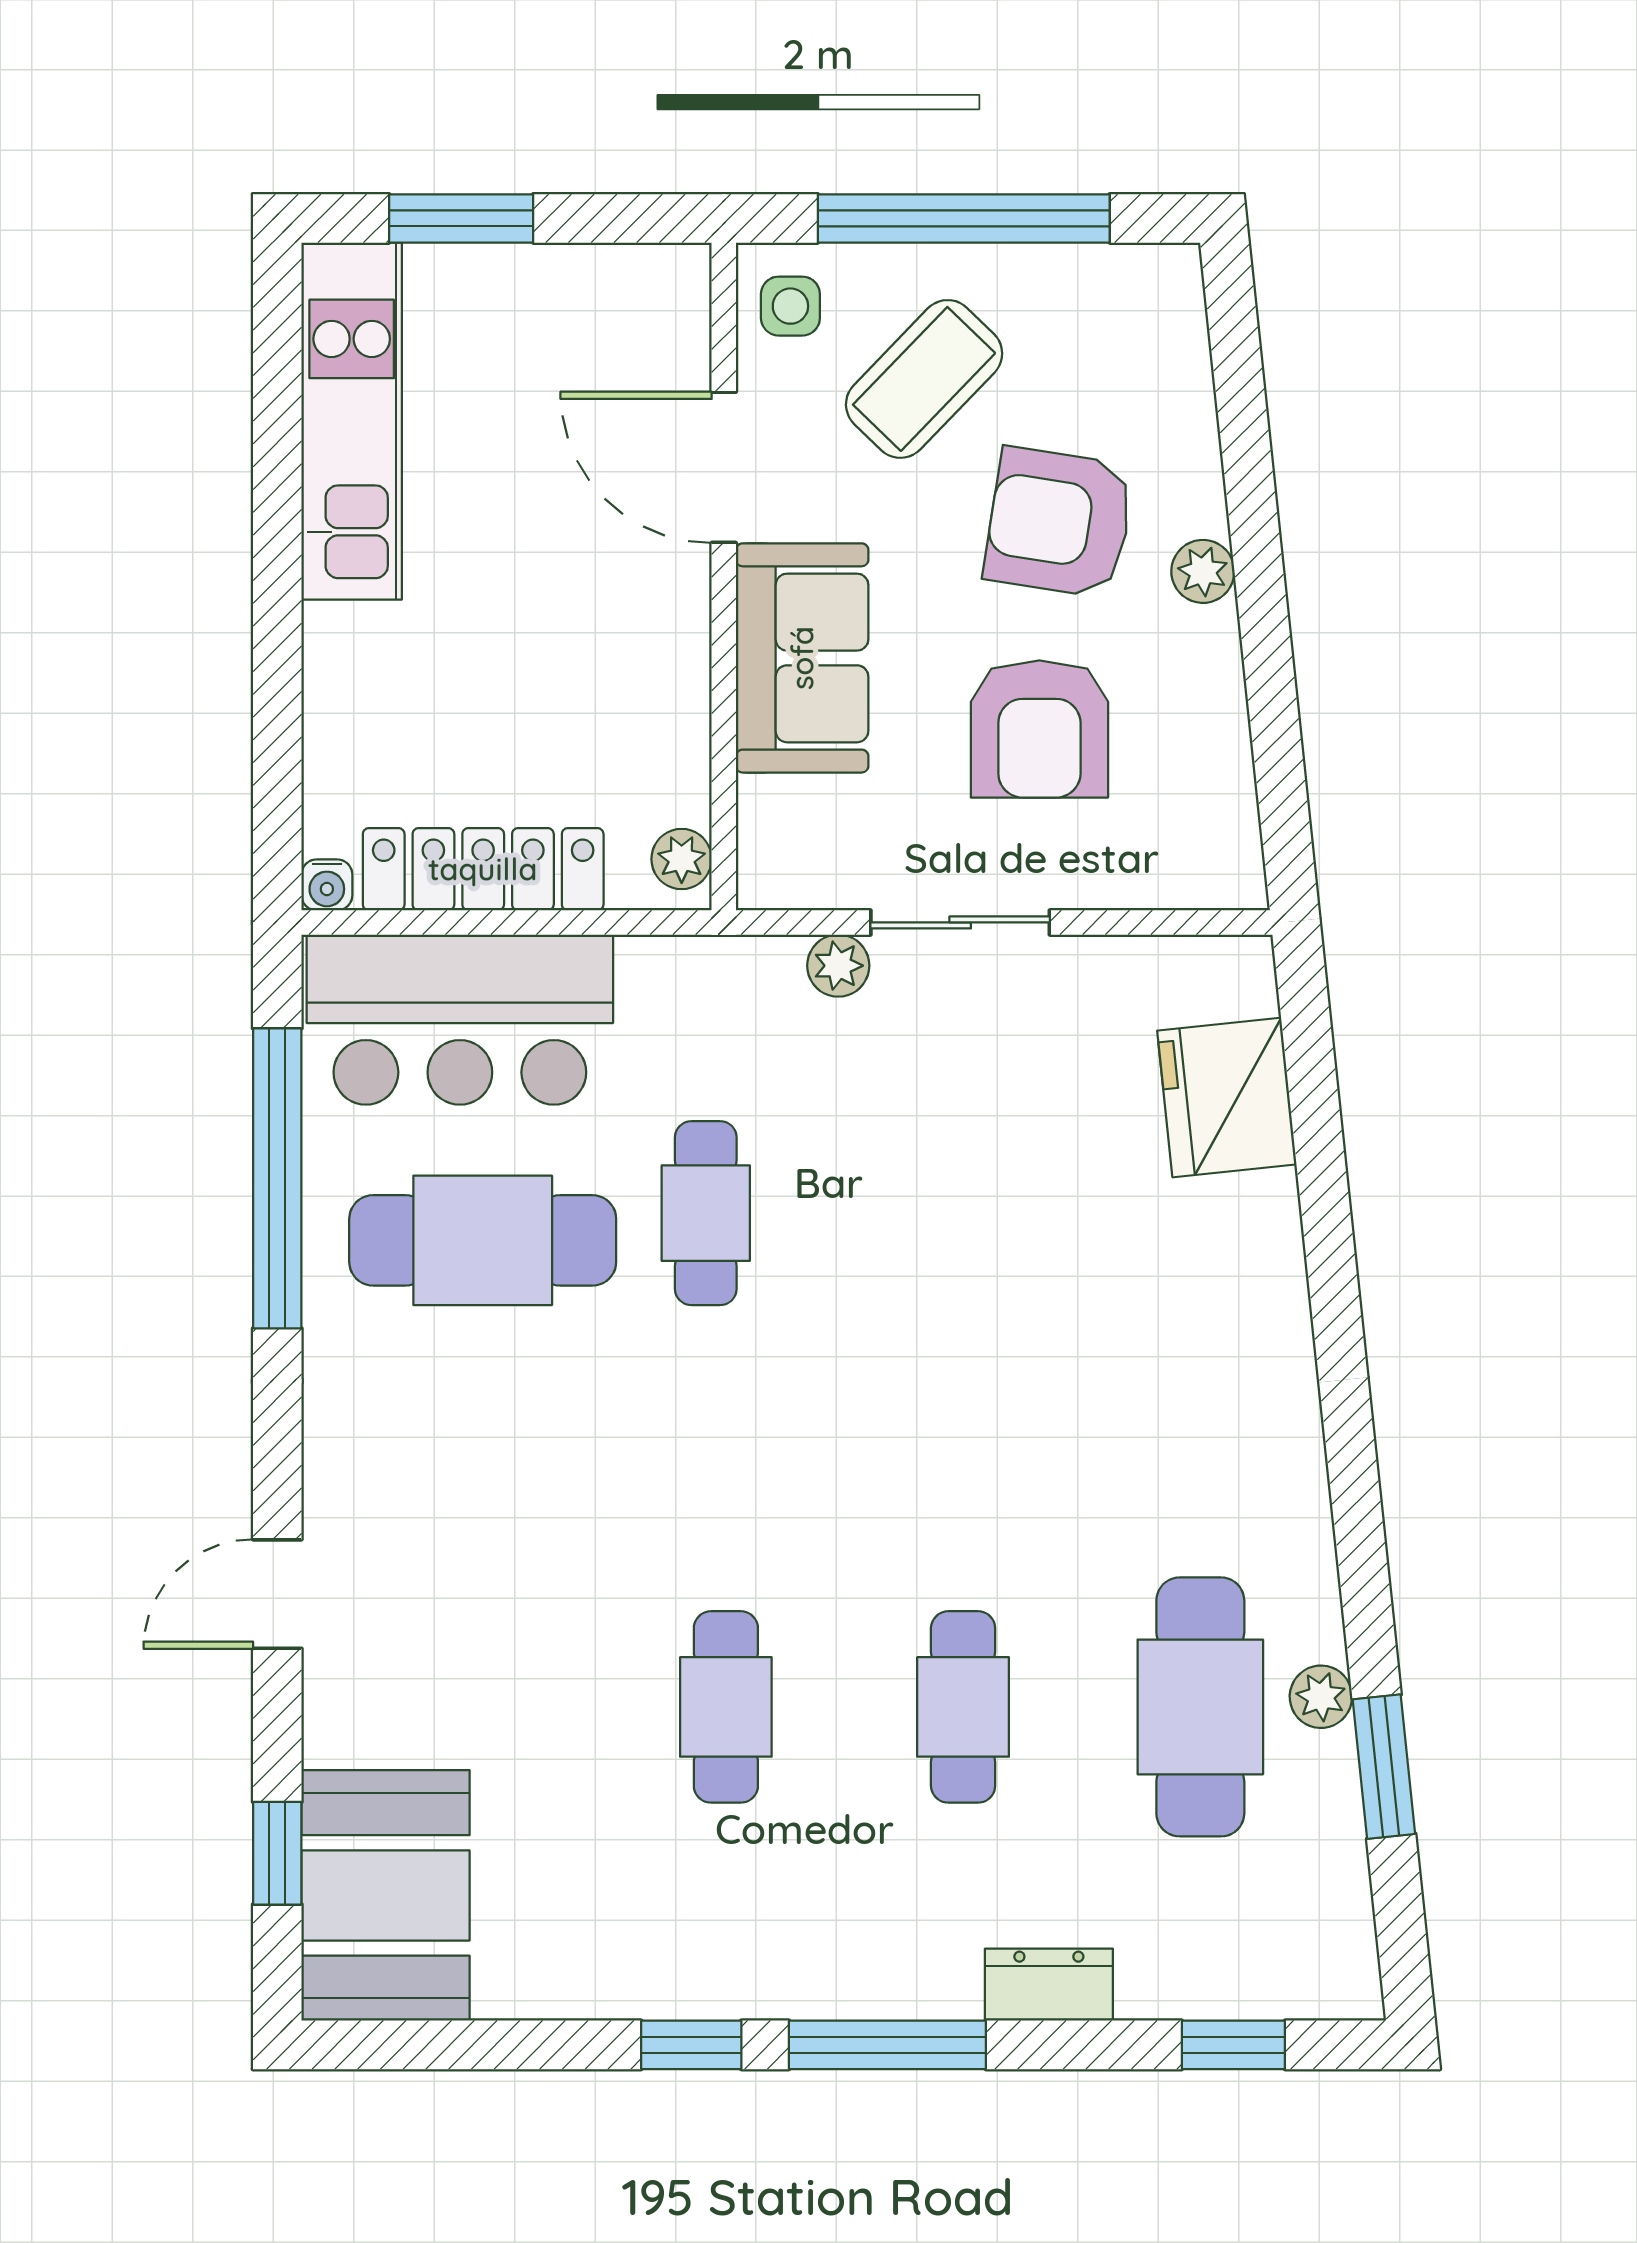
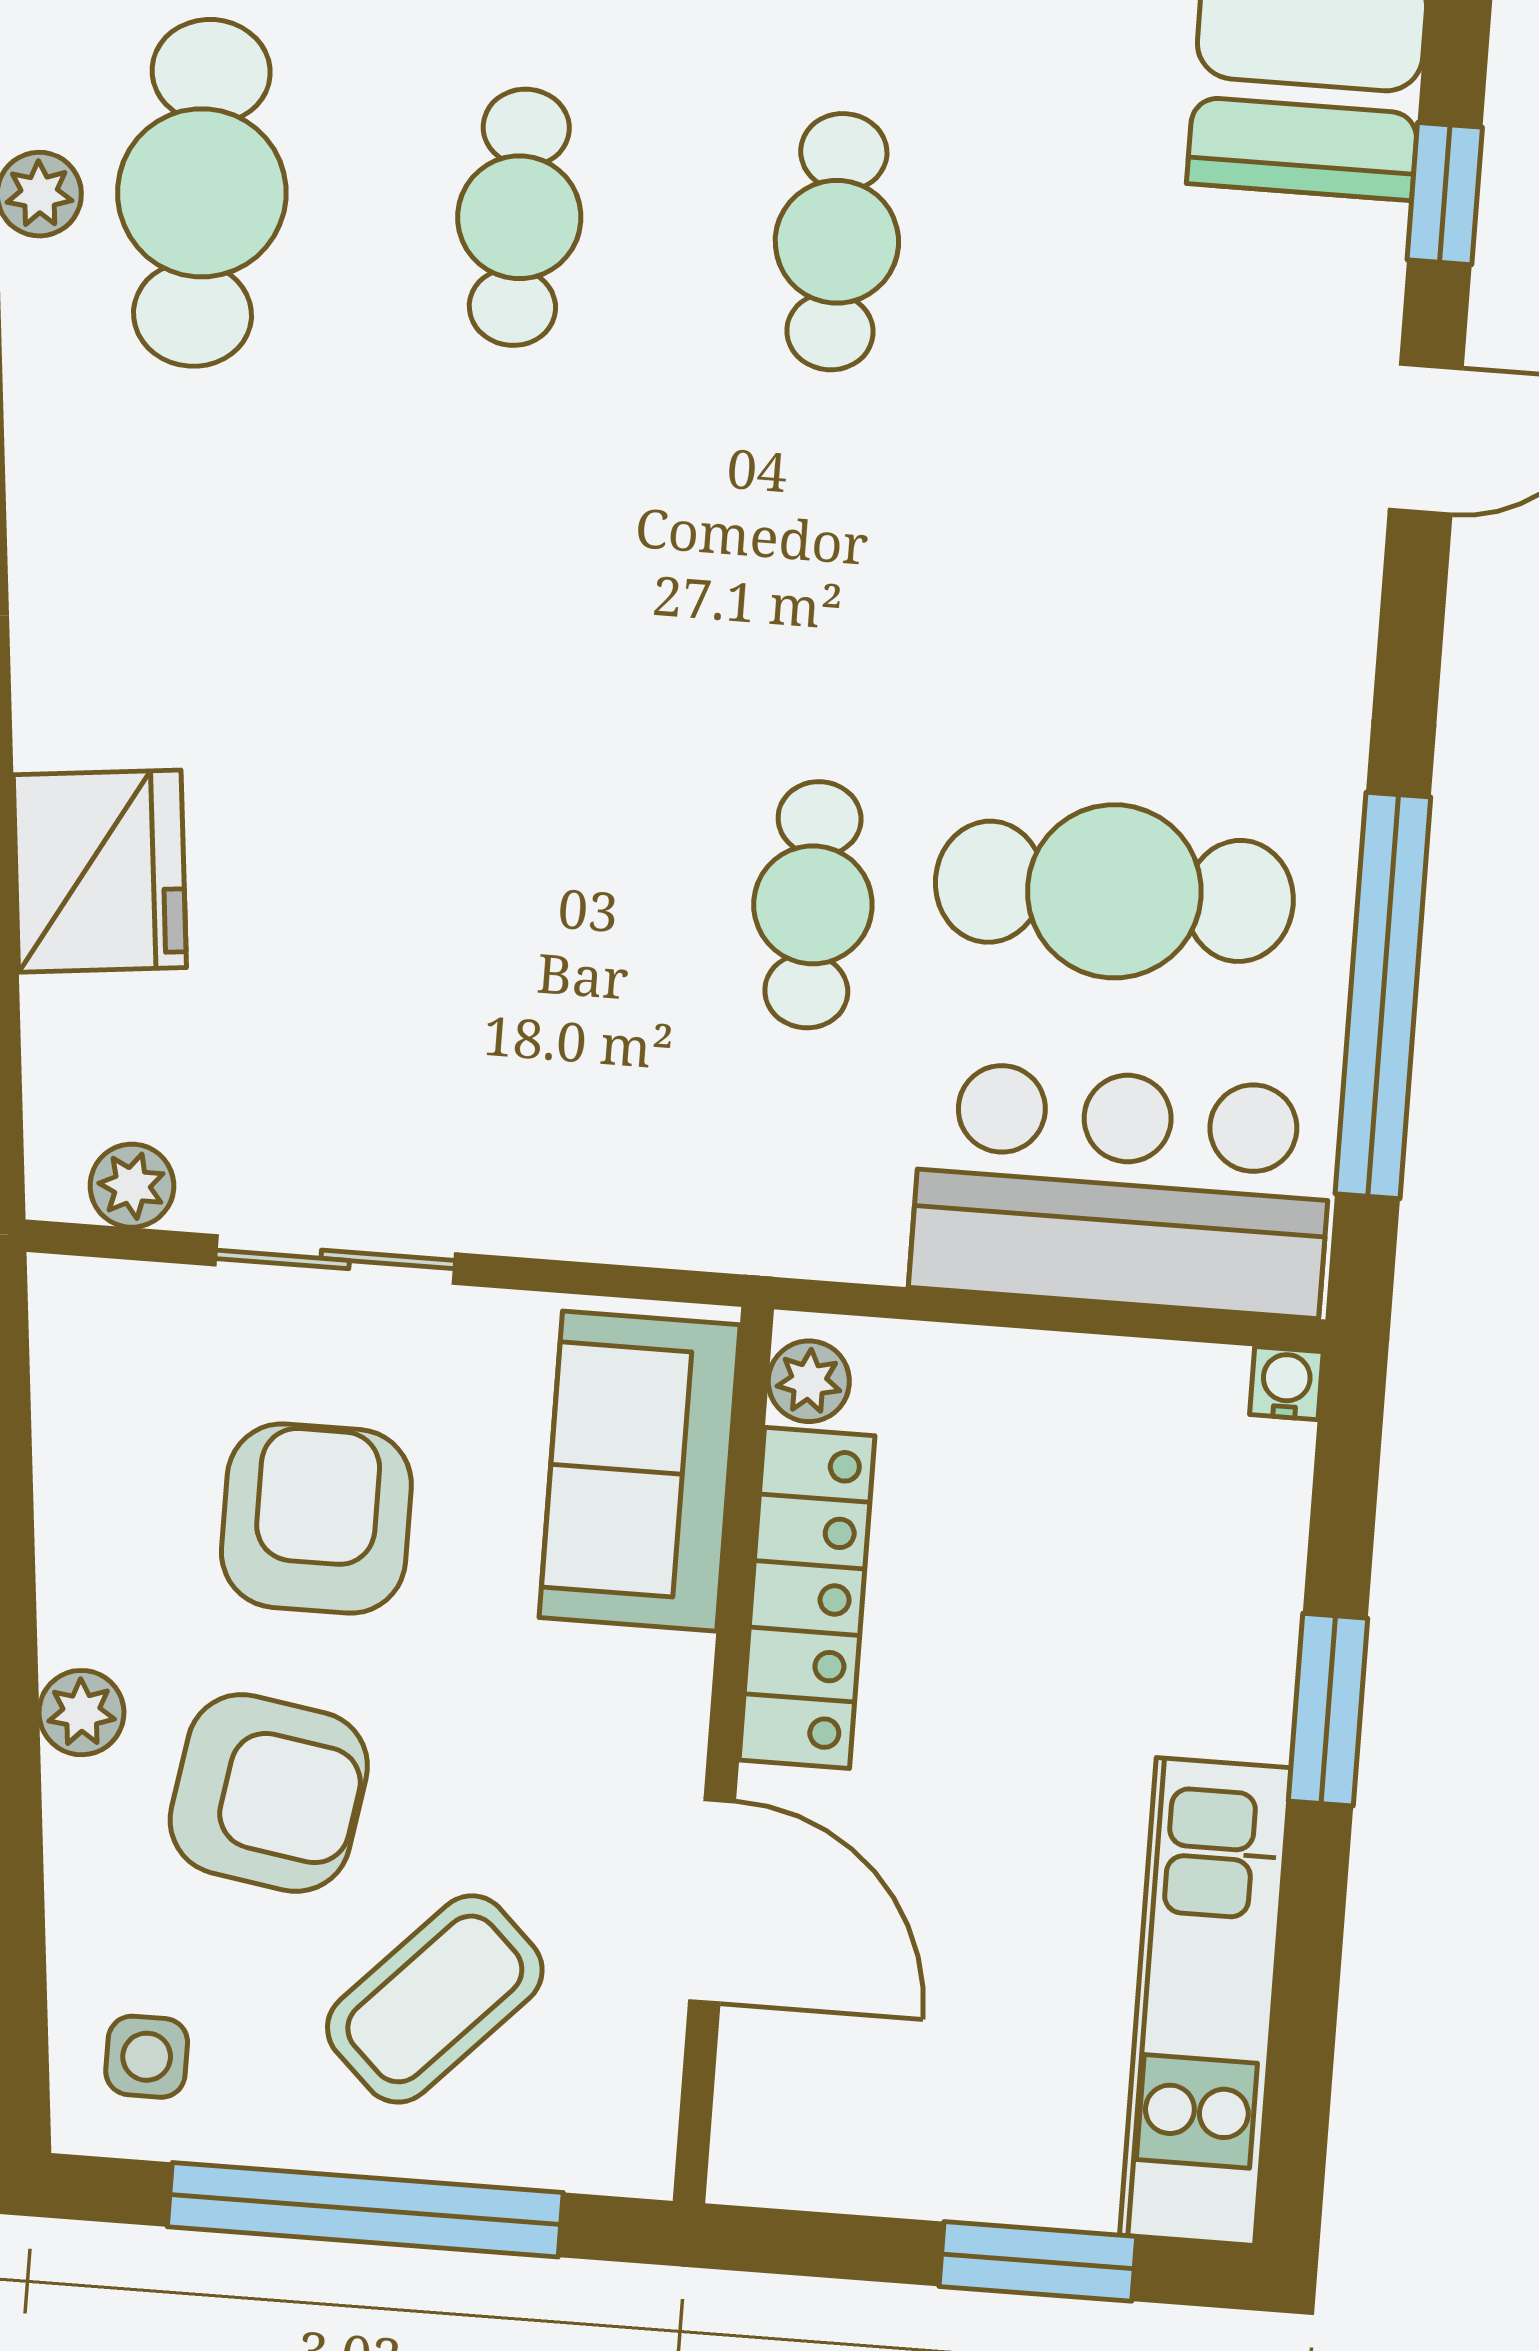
side table: (790, 306) -> (147, 2057), moved
window: (277, 645) -> (1328, 1710), added
sofa: (802, 658) -> (640, 1471), moved
locker: (483, 869) -> (807, 1598), moved, turned -90
sliding door: (960, 922) -> (335, 1259), moved
plant: (838, 966) -> (132, 1186), moved
fridge: (1227, 1098) -> (100, 871), moved
window: (277, 1853) -> (1445, 194), moved

